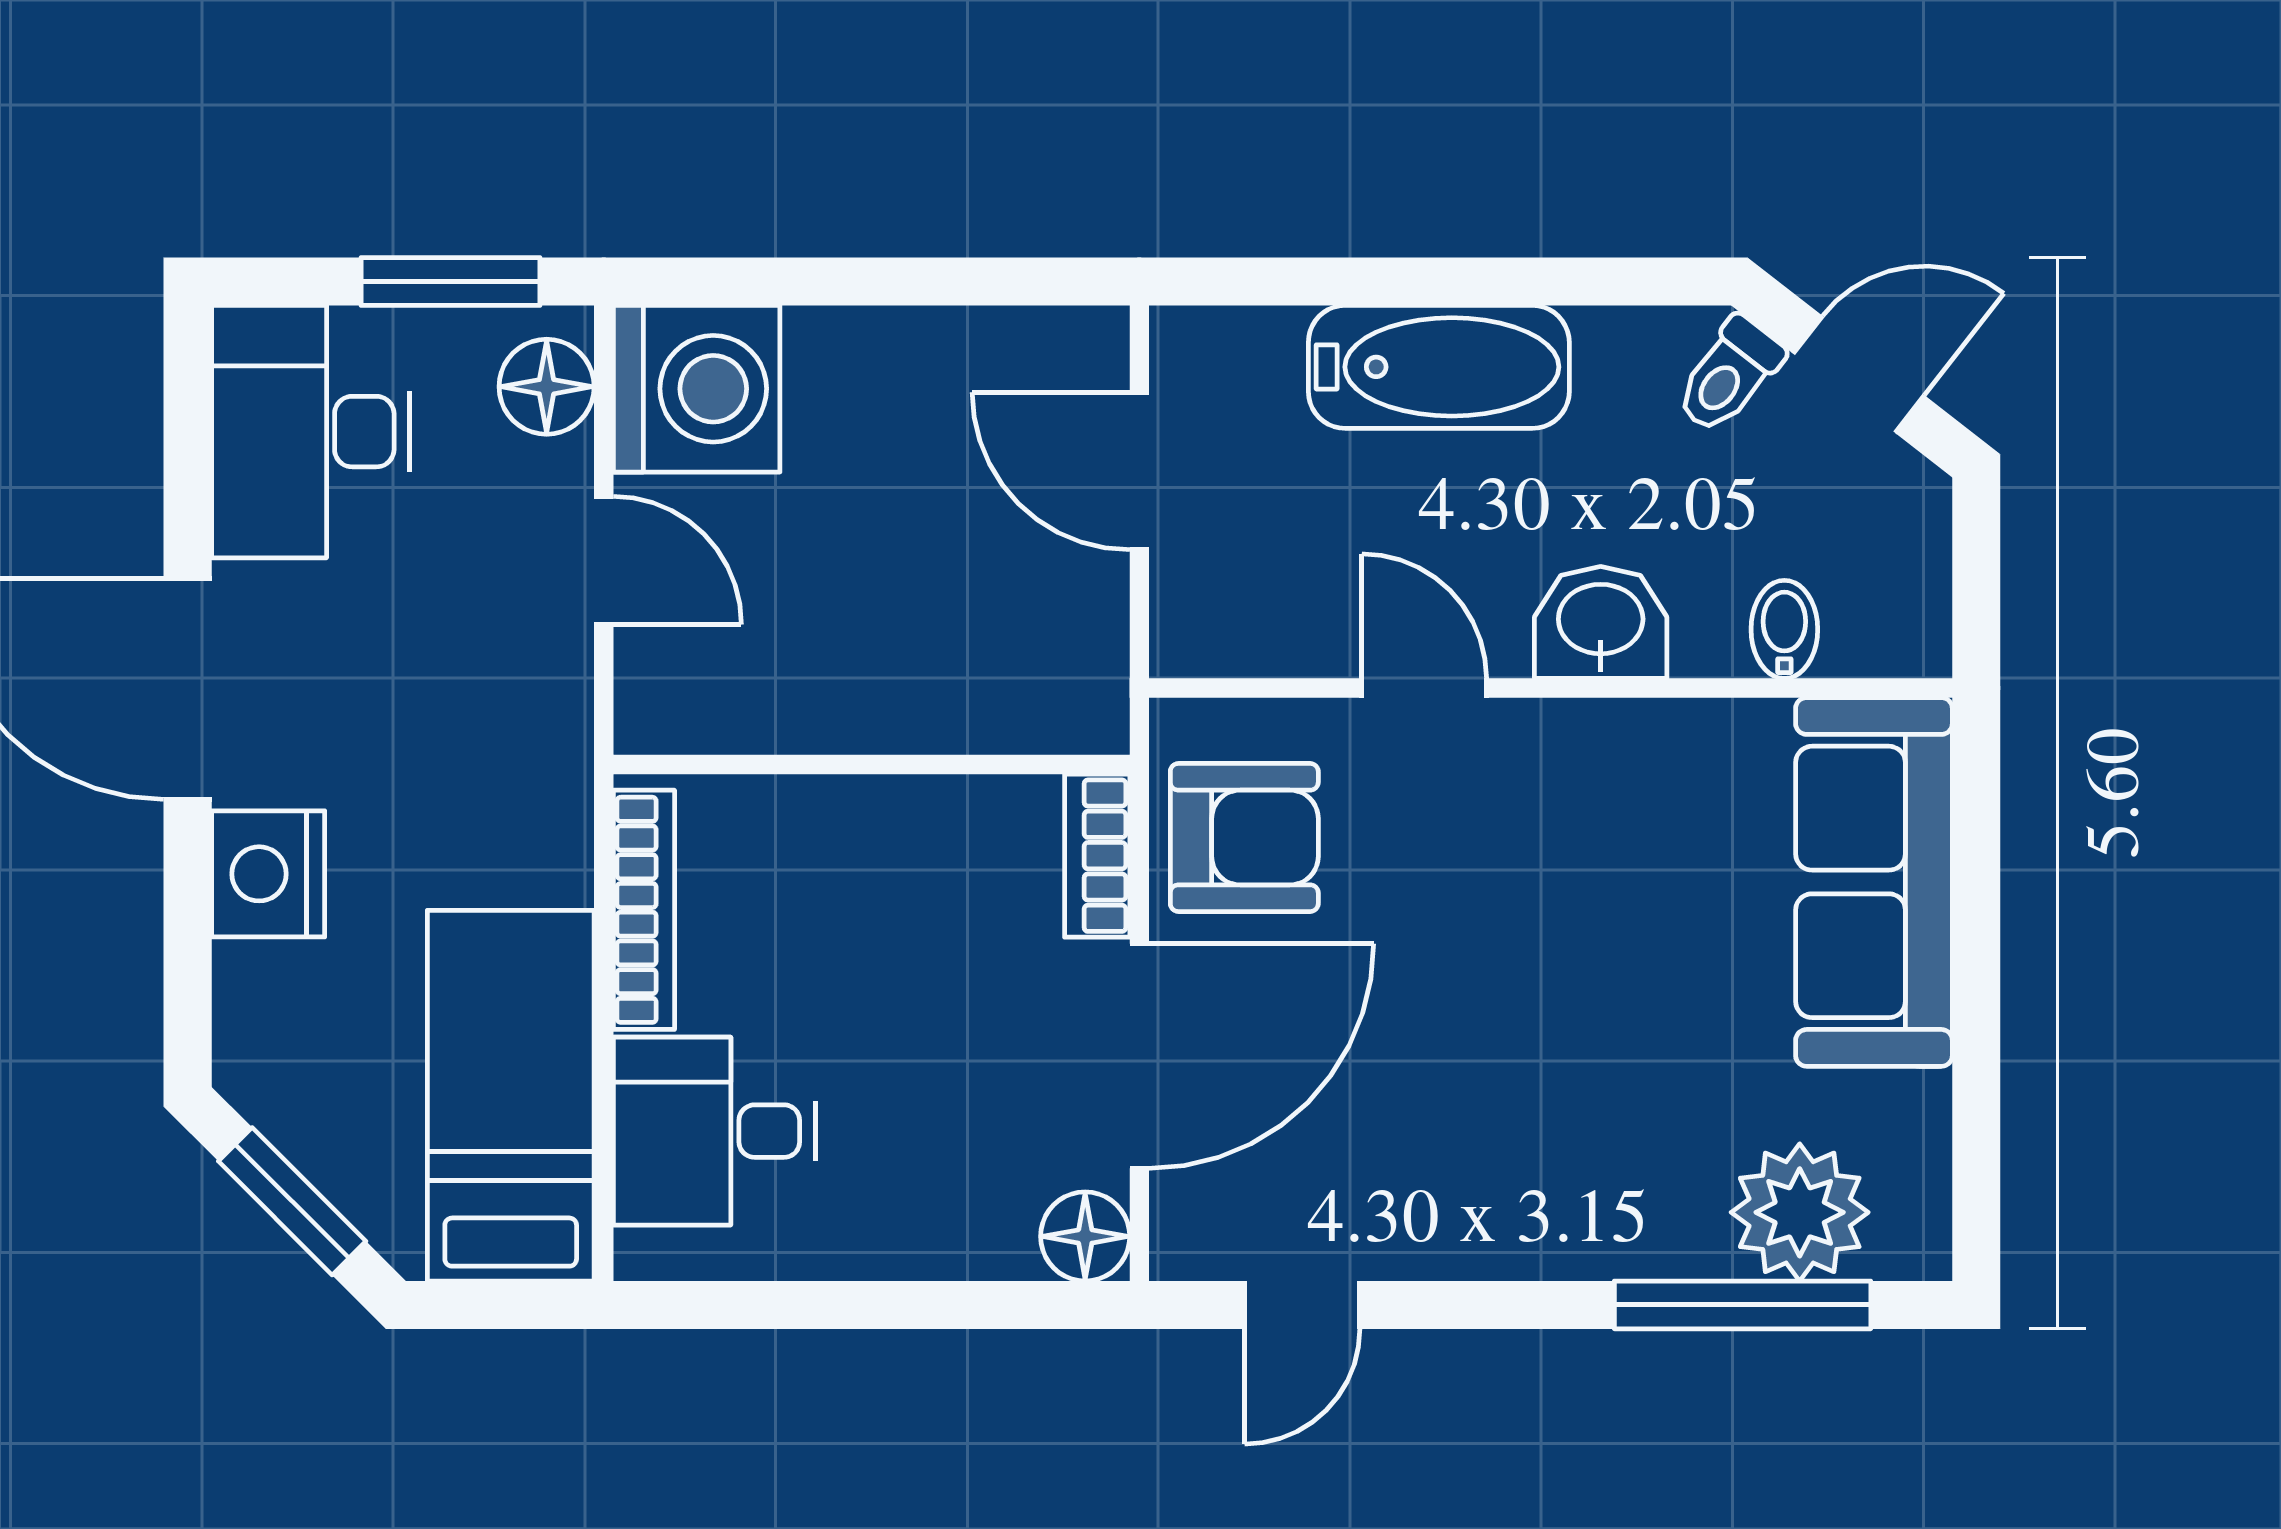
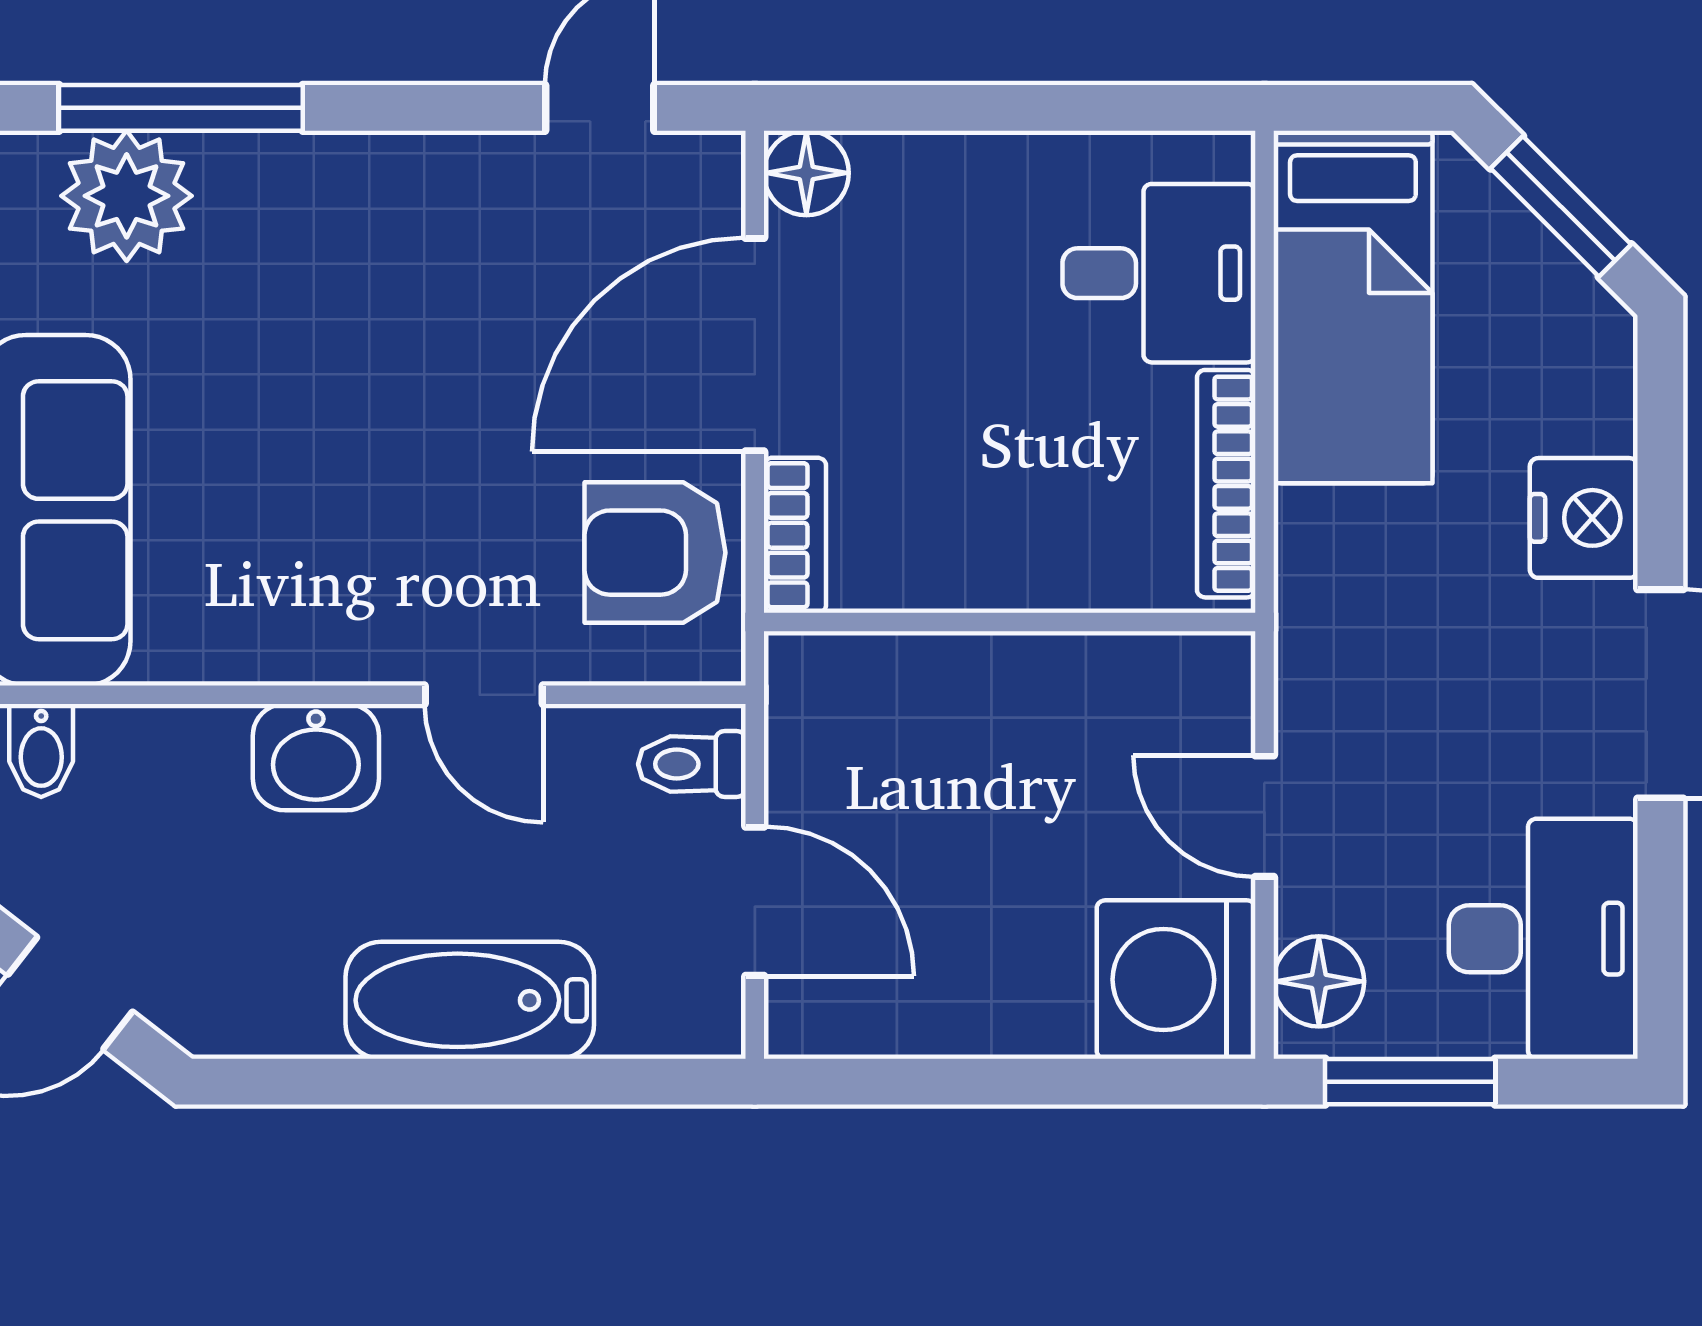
toilet: (1729, 375) -> (692, 764), moved, turned -128
bidet: (1784, 629) -> (41, 751), moved

